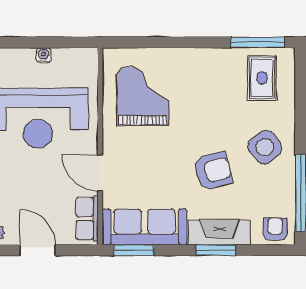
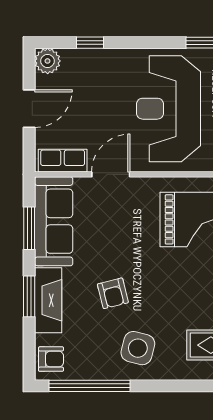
side table: (265, 147) -> (138, 348), turned -38
armchair: (213, 171) -> (113, 293), width x0.72, depth x0.72
window: (134, 250) -> (29, 228), moved

